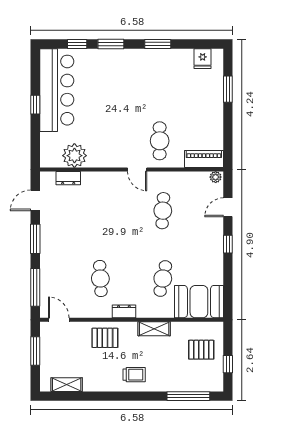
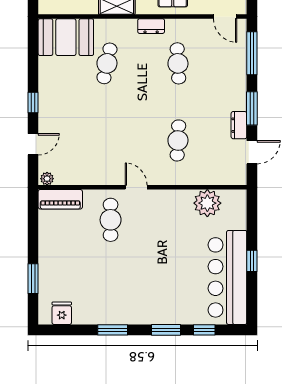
dresser: (68, 178) -> (239, 125), moved, turned -90
cafe table: (163, 211) -> (178, 140), moved

